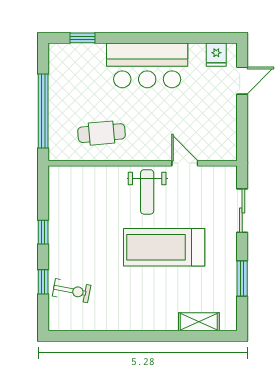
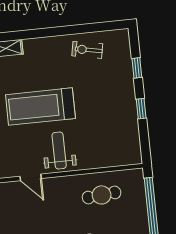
treadmill: (164, 247) -> (40, 107), turned 180
exercise bike: (72, 291) -> (87, 50), moved

